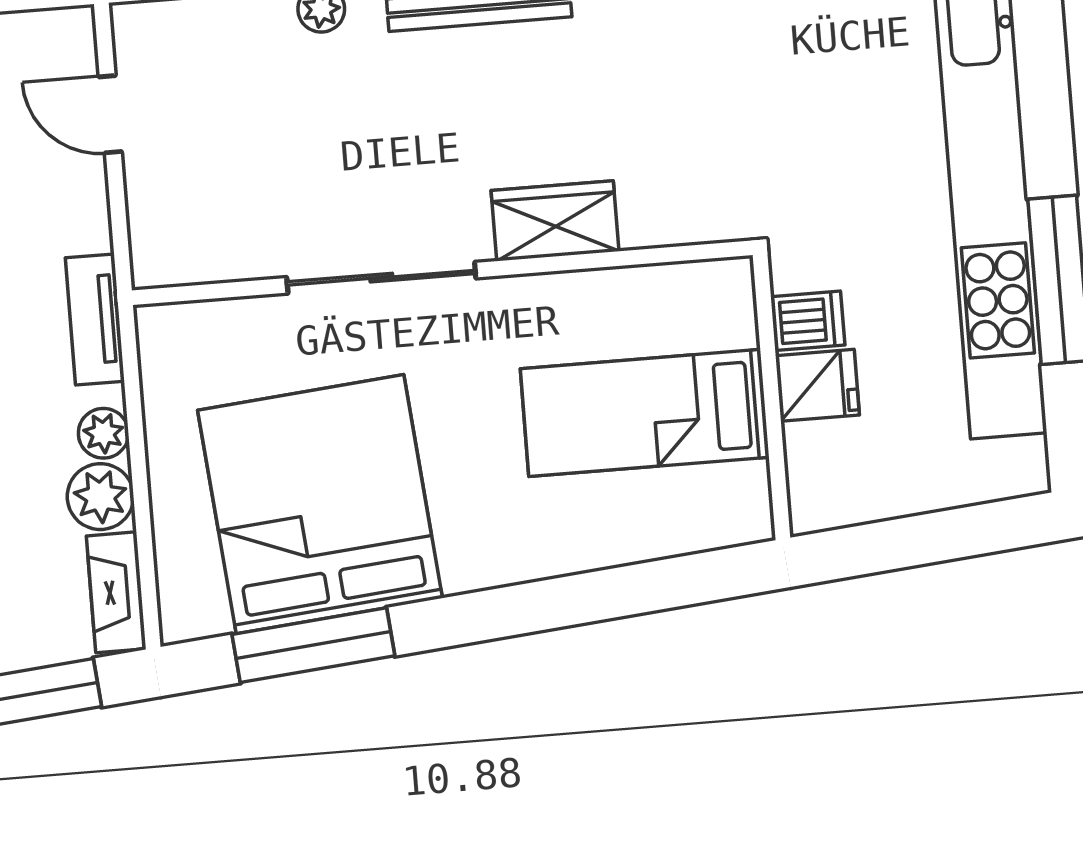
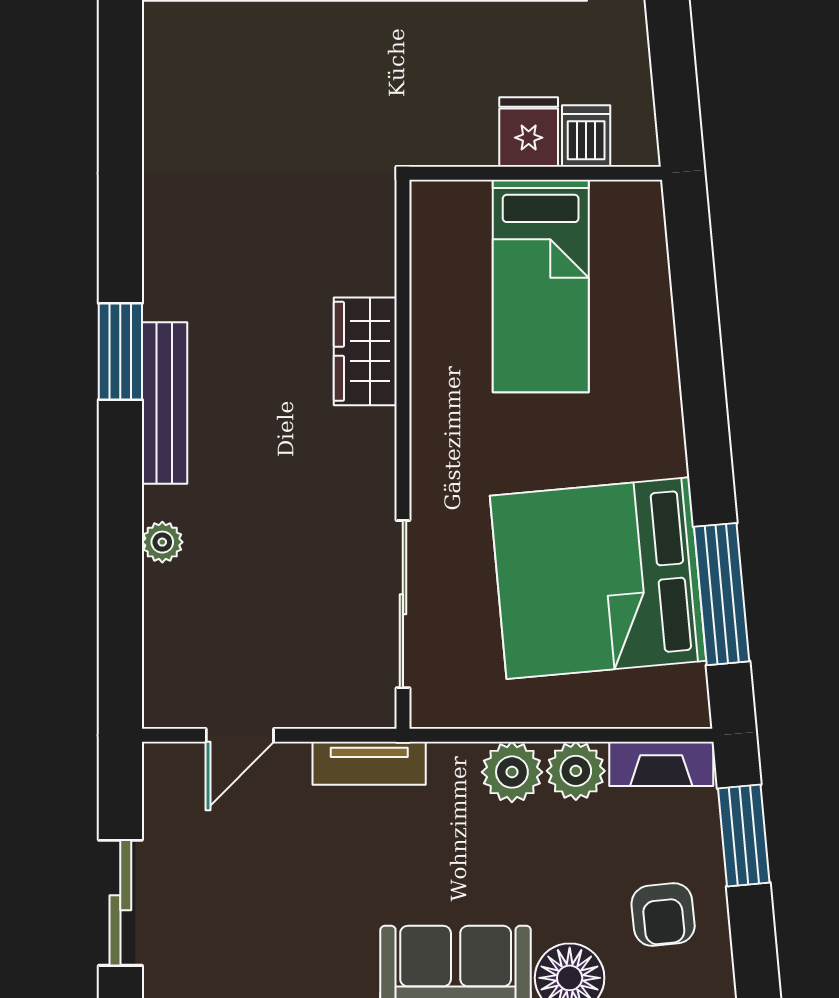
sliding door: (381, 278) -> (403, 604), moved
tv unit: (95, 320) -> (369, 763), moved
dishwasher: (808, 321) -> (586, 136), moved
plant: (103, 433) -> (512, 772), width x1.38, depth x1.38

